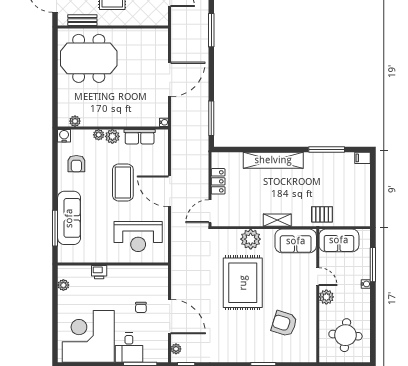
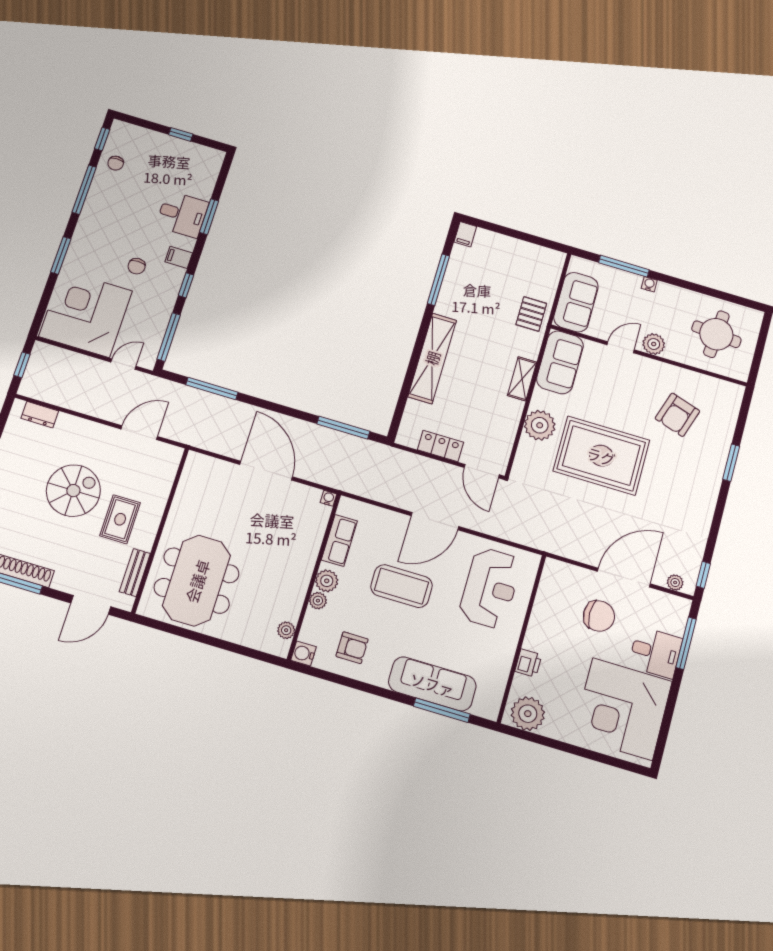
plant: (63, 285) -> (528, 714), width x1.88, depth x1.88
chair: (141, 307) -> (599, 616), width x1.87, depth x1.87

